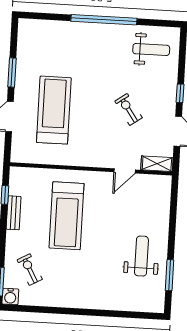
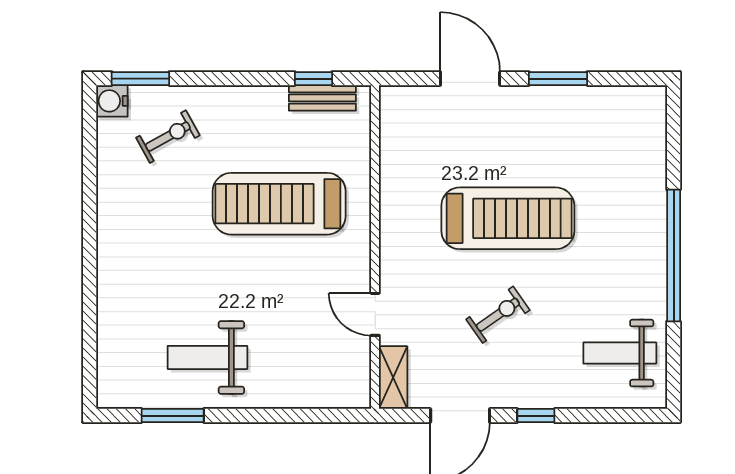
weight bench: (151, 50) -> (620, 353), turned 90
treadmill: (54, 110) -> (508, 218), moved
bench: (14, 213) -> (322, 98), moved
weight bench: (141, 256) -> (207, 357), turned 180

